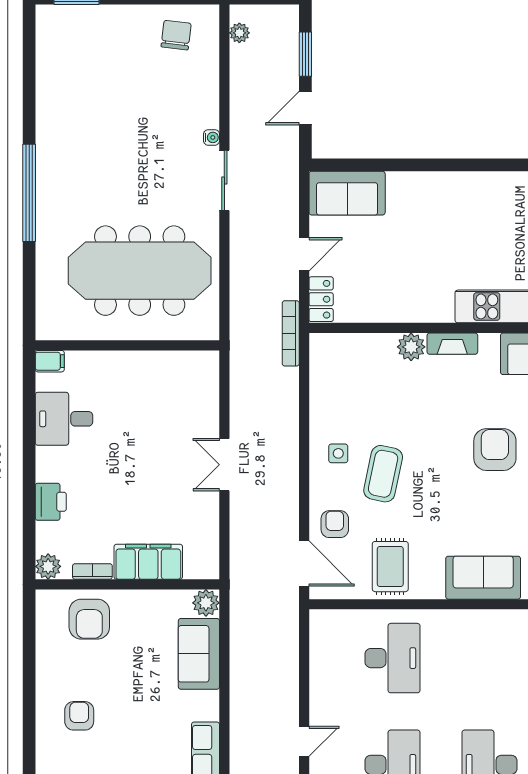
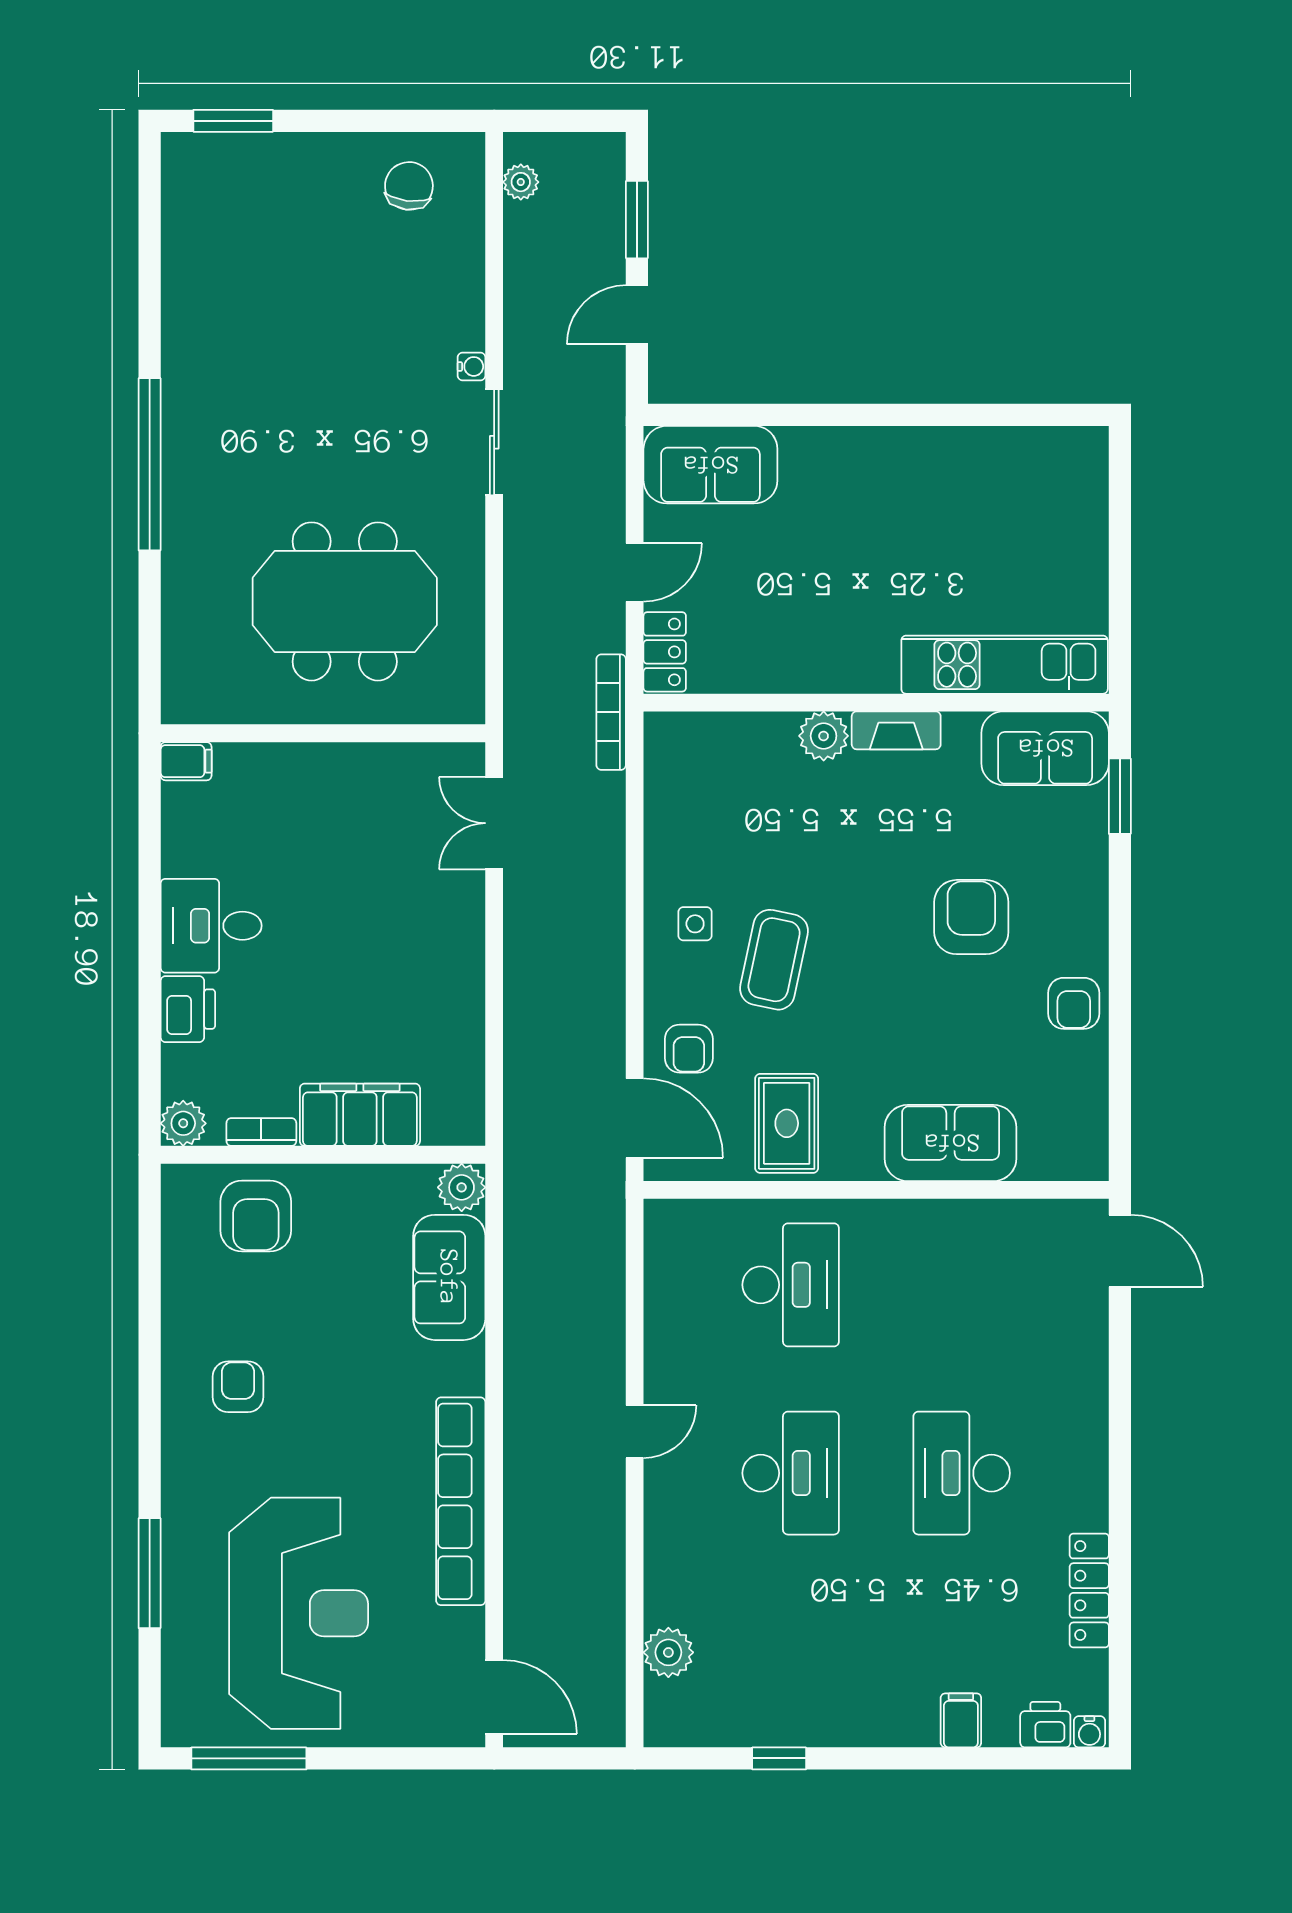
meeting table: (140, 271) -> (345, 601), width x0.73
desk: (64, 419) -> (211, 926), moved
double door: (224, 465) -> (494, 823), moved
armchair: (335, 524) -> (689, 1049), turned 180

